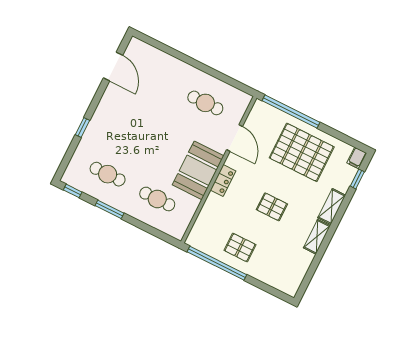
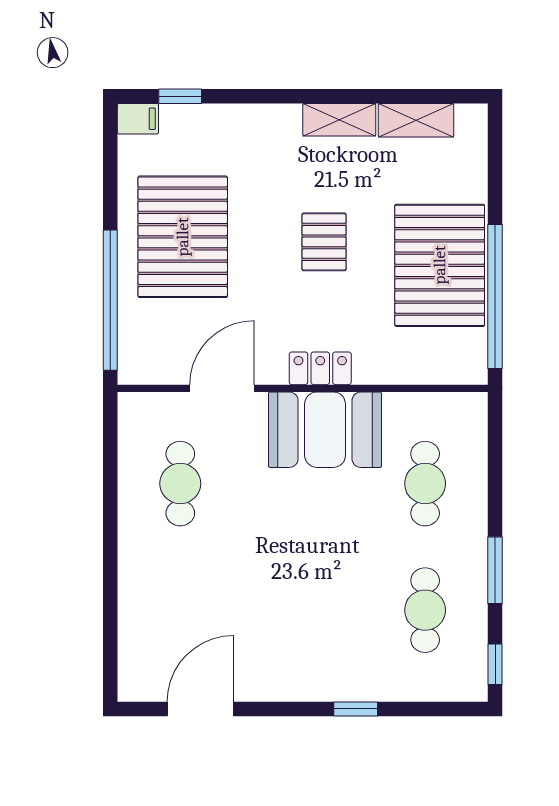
shelving: (332, 207) -> (416, 120), moved
pallet: (240, 248) -> (440, 265), width x2.05, depth x2.00

